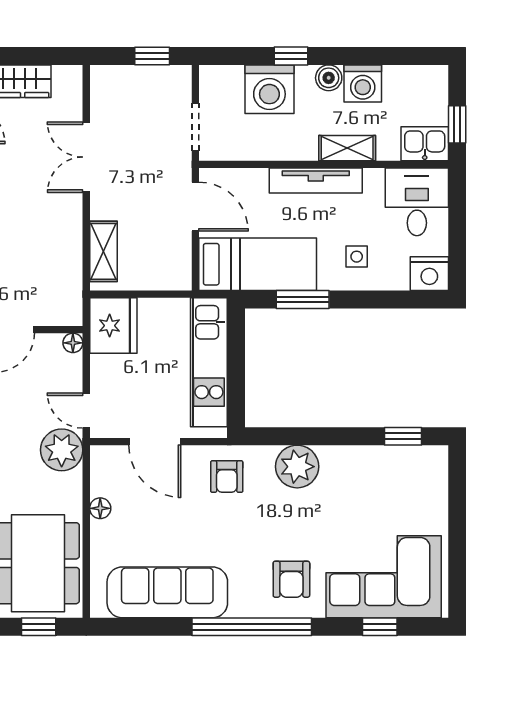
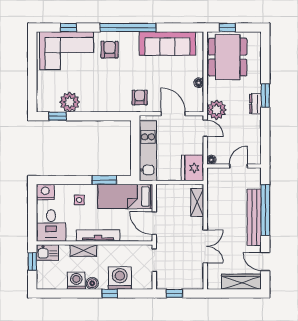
plant: (297, 467) -> (70, 102), moved

